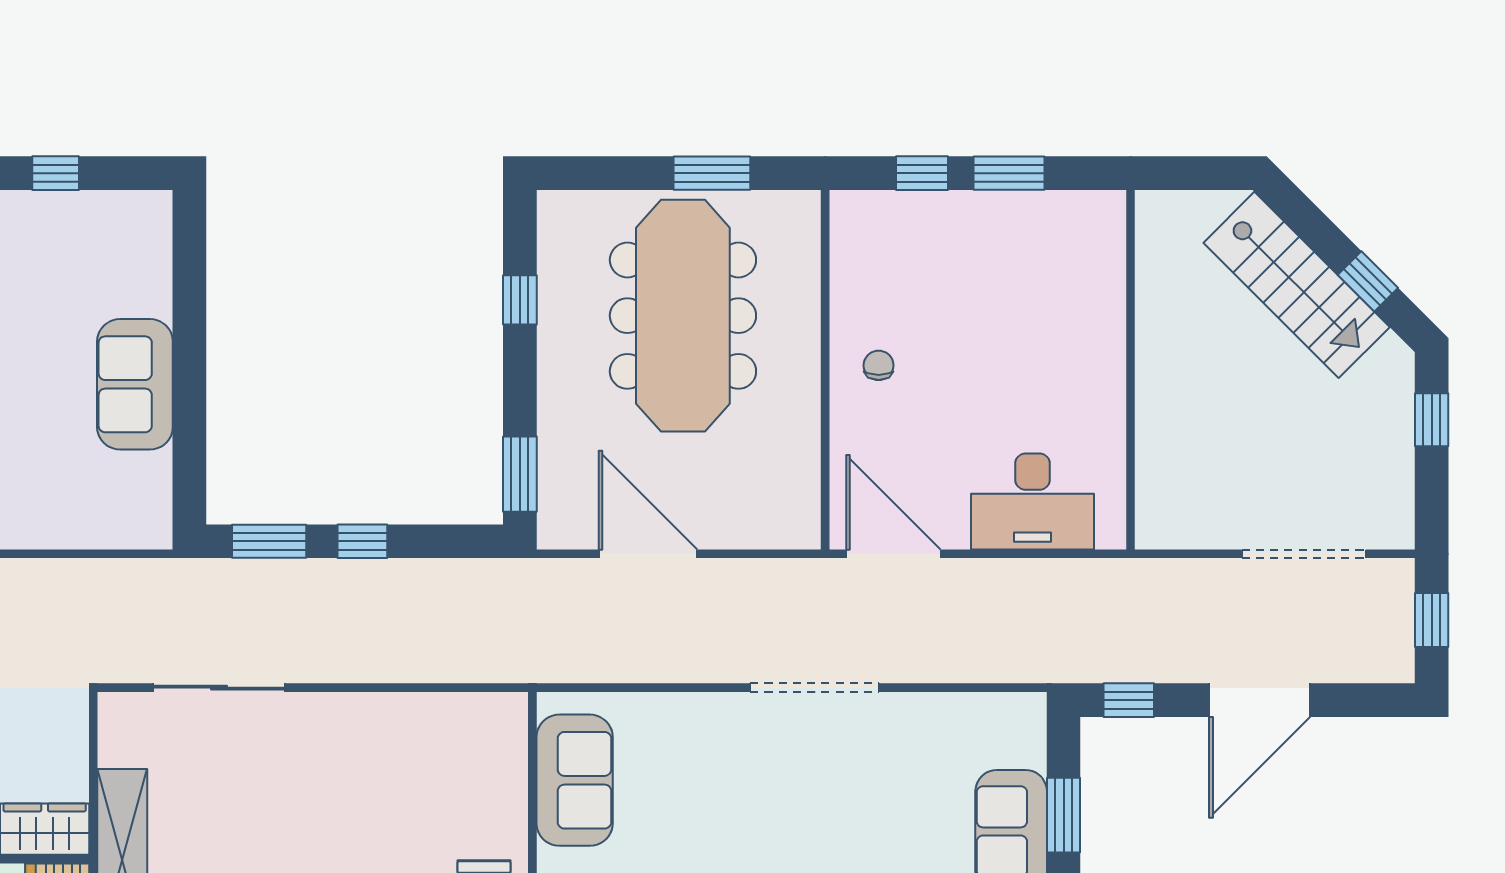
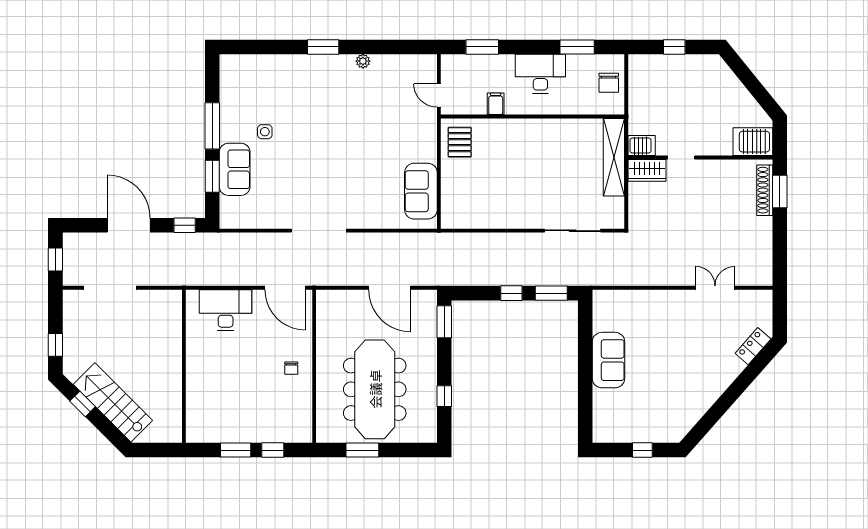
door: (1260, 700) -> (129, 225), hinge flipped

